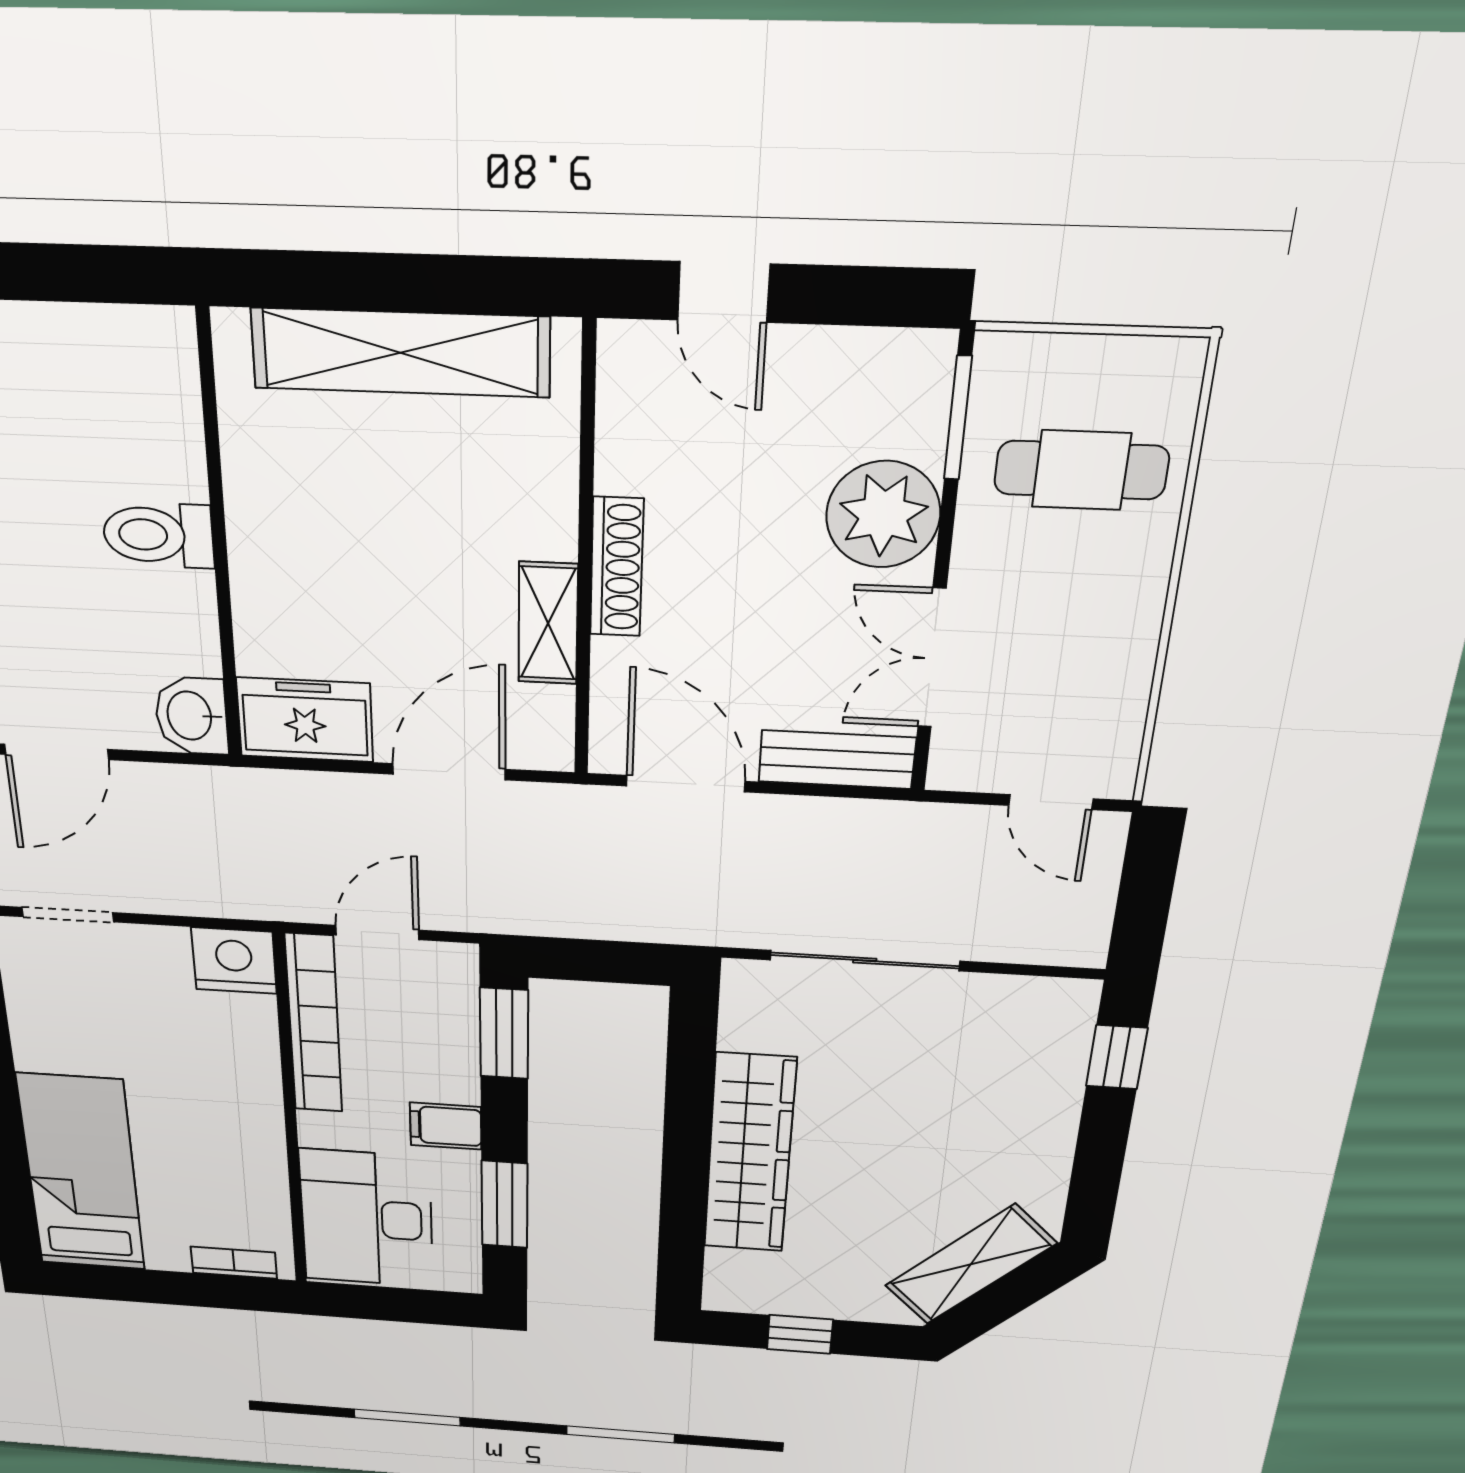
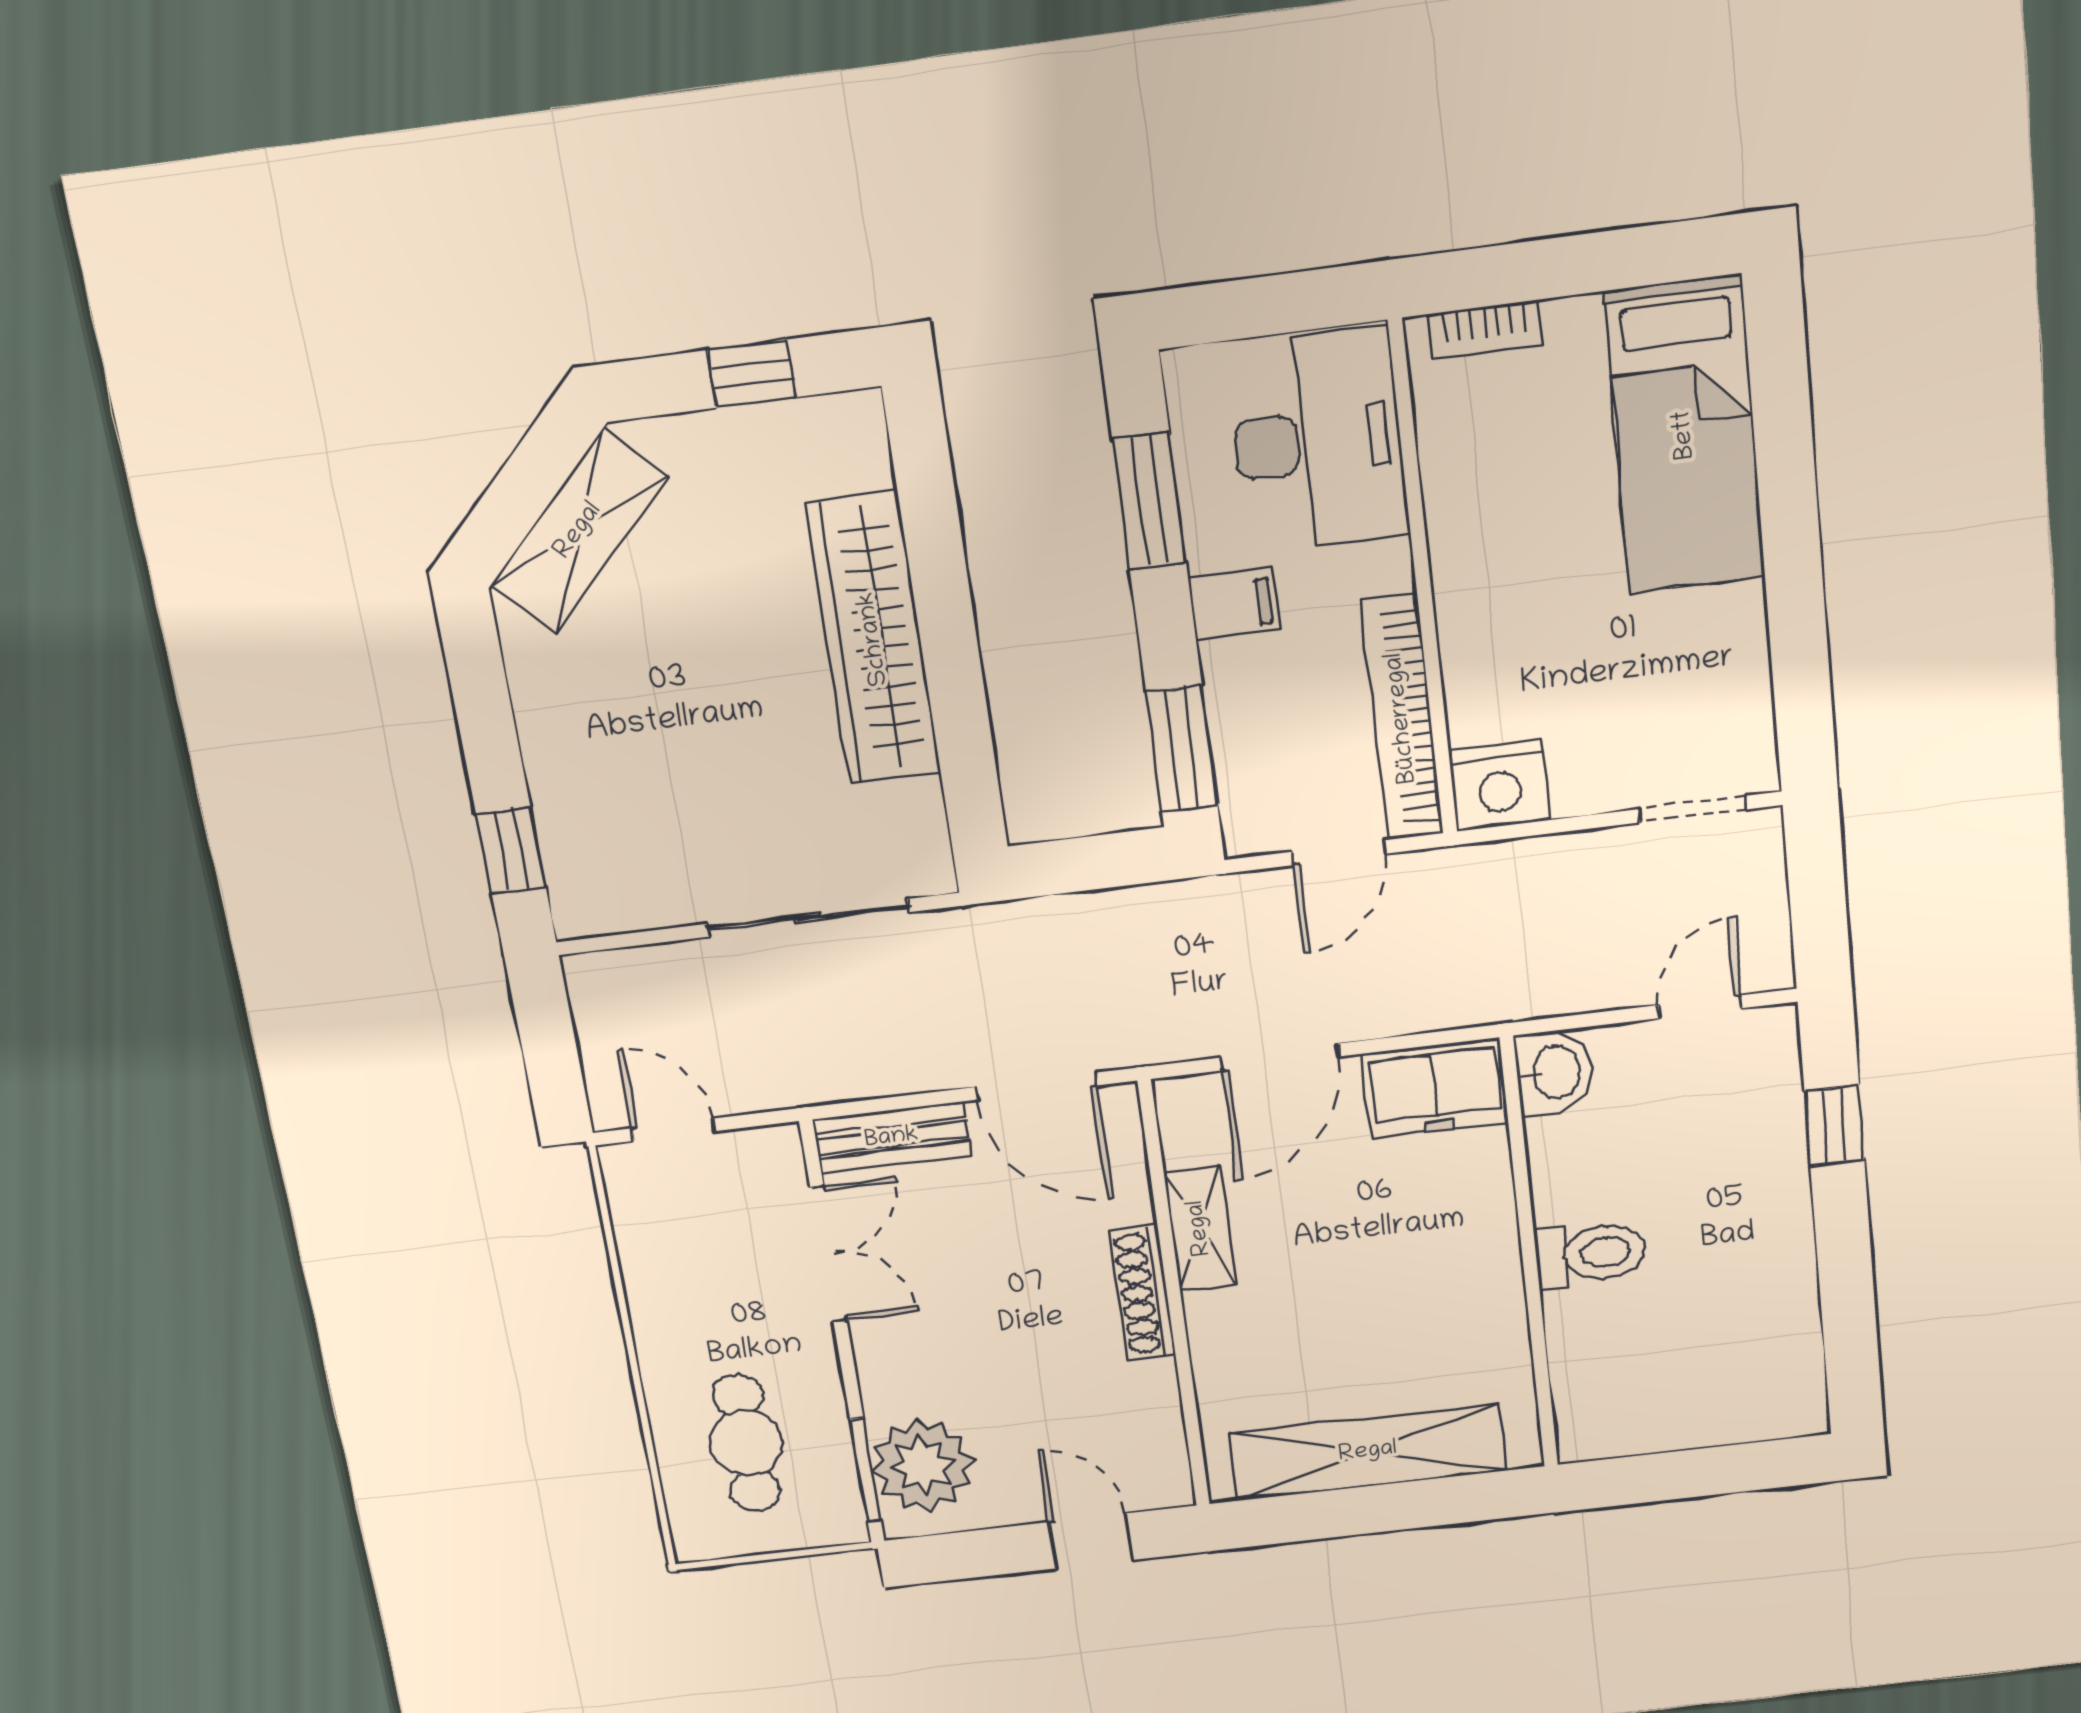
cafe table: (1081, 470) -> (746, 1443), turned 90
plant: (883, 515) -> (923, 1465), moved
door: (56, 752) -> (1700, 1007), width x0.73

